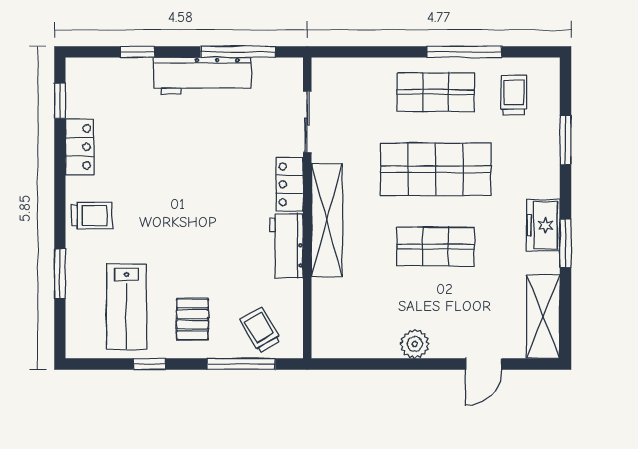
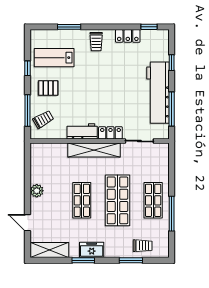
workbench: (202, 76) -> (158, 93), width x1.36, depth x1.32
trolley: (514, 95) -> (143, 246), moved

